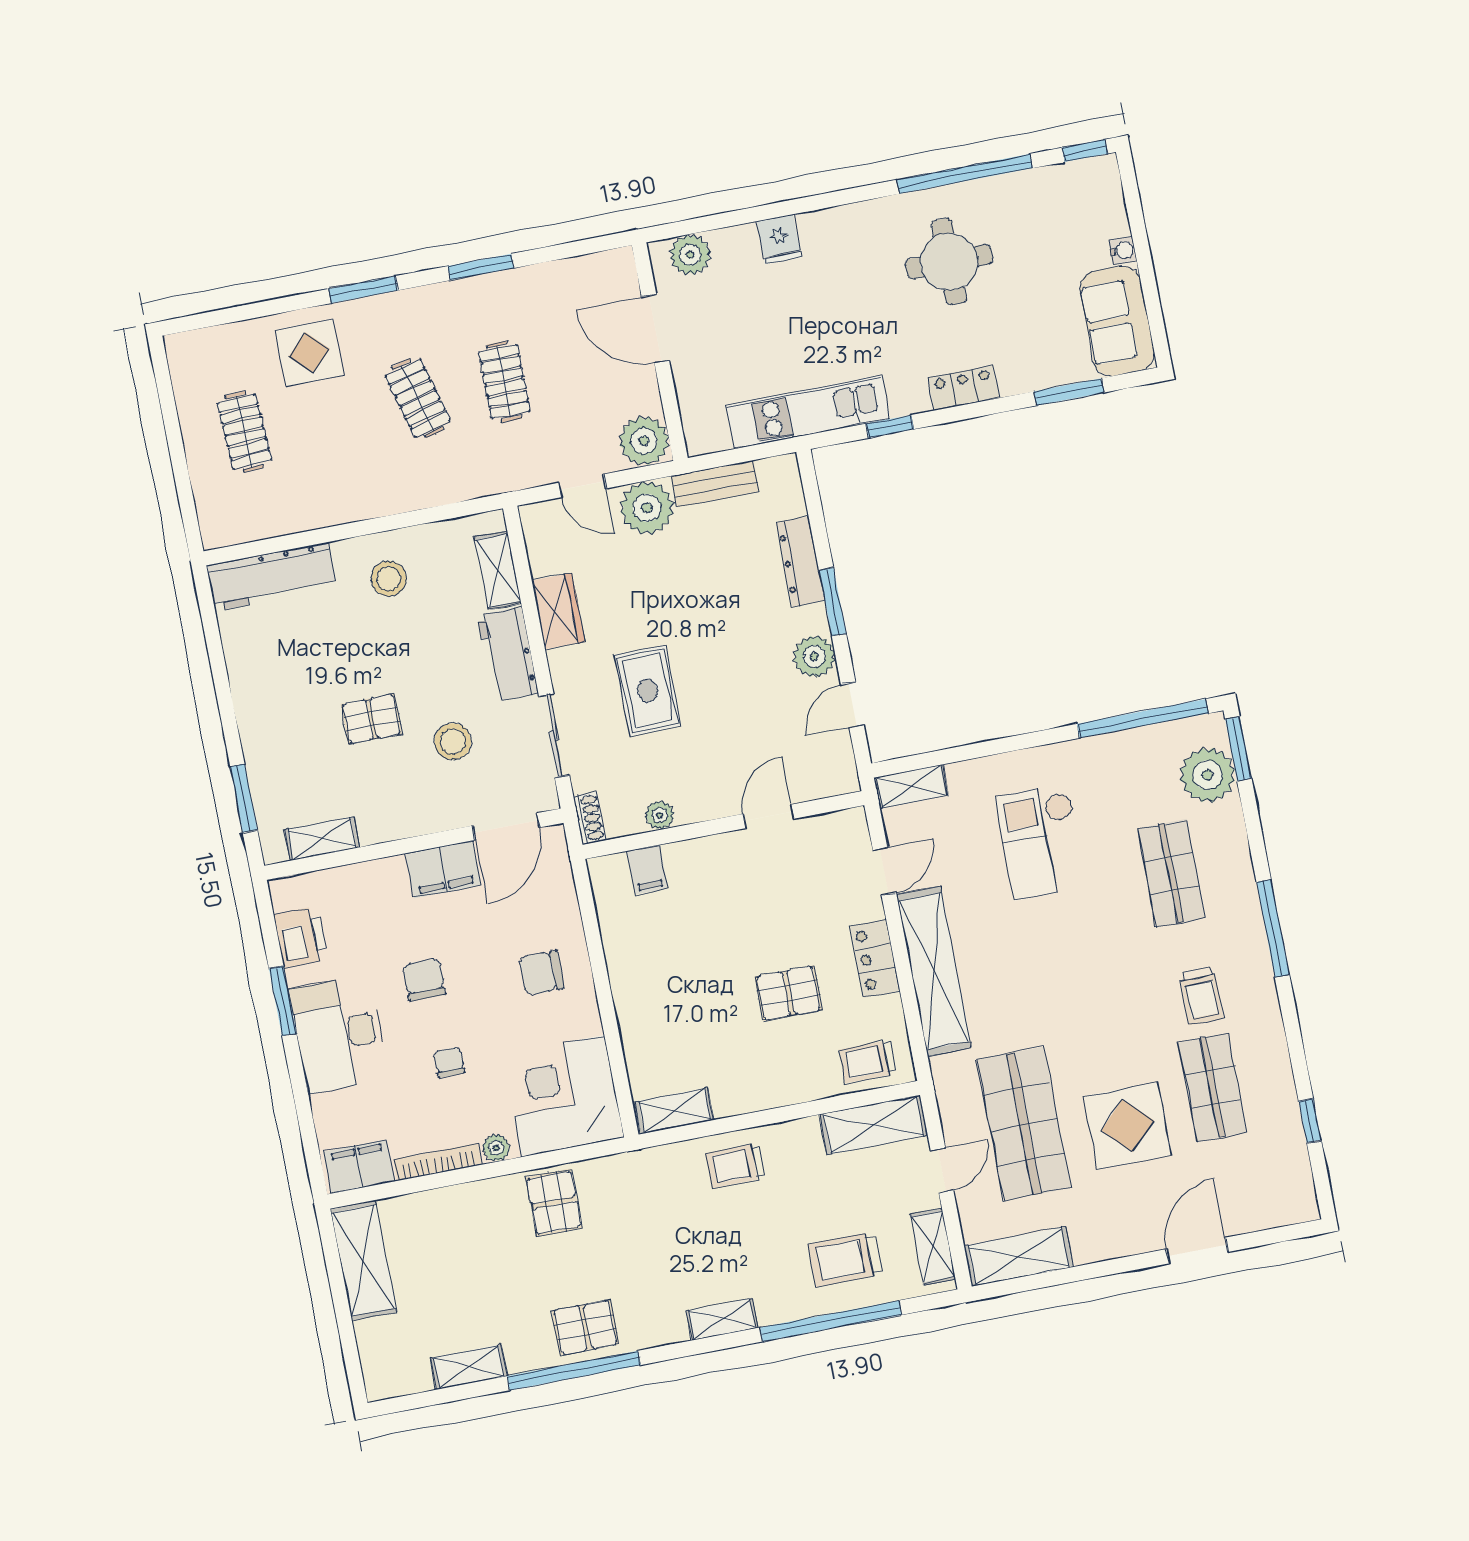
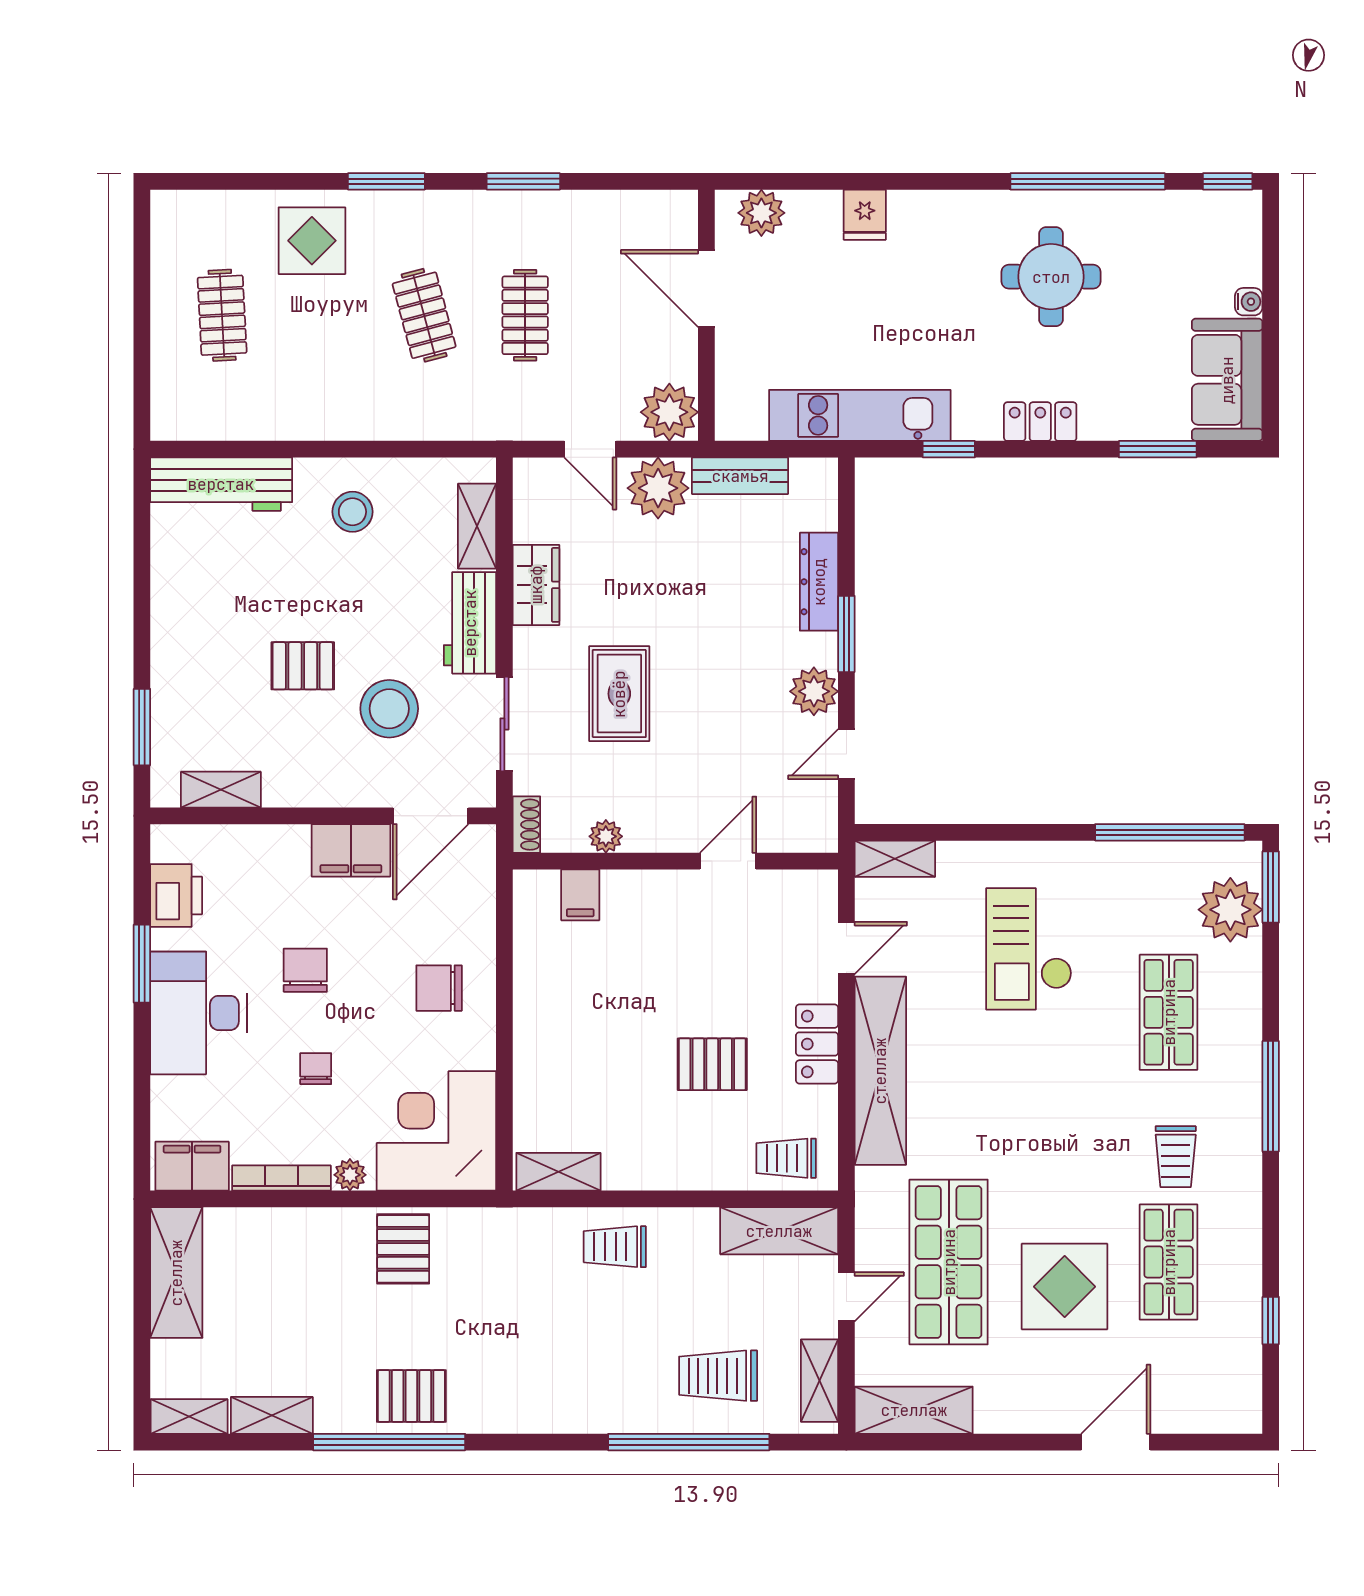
stool: (453, 742) -> (389, 709), width x1.38, depth x1.38
shelving: (722, 1319) -> (189, 1416), moved

